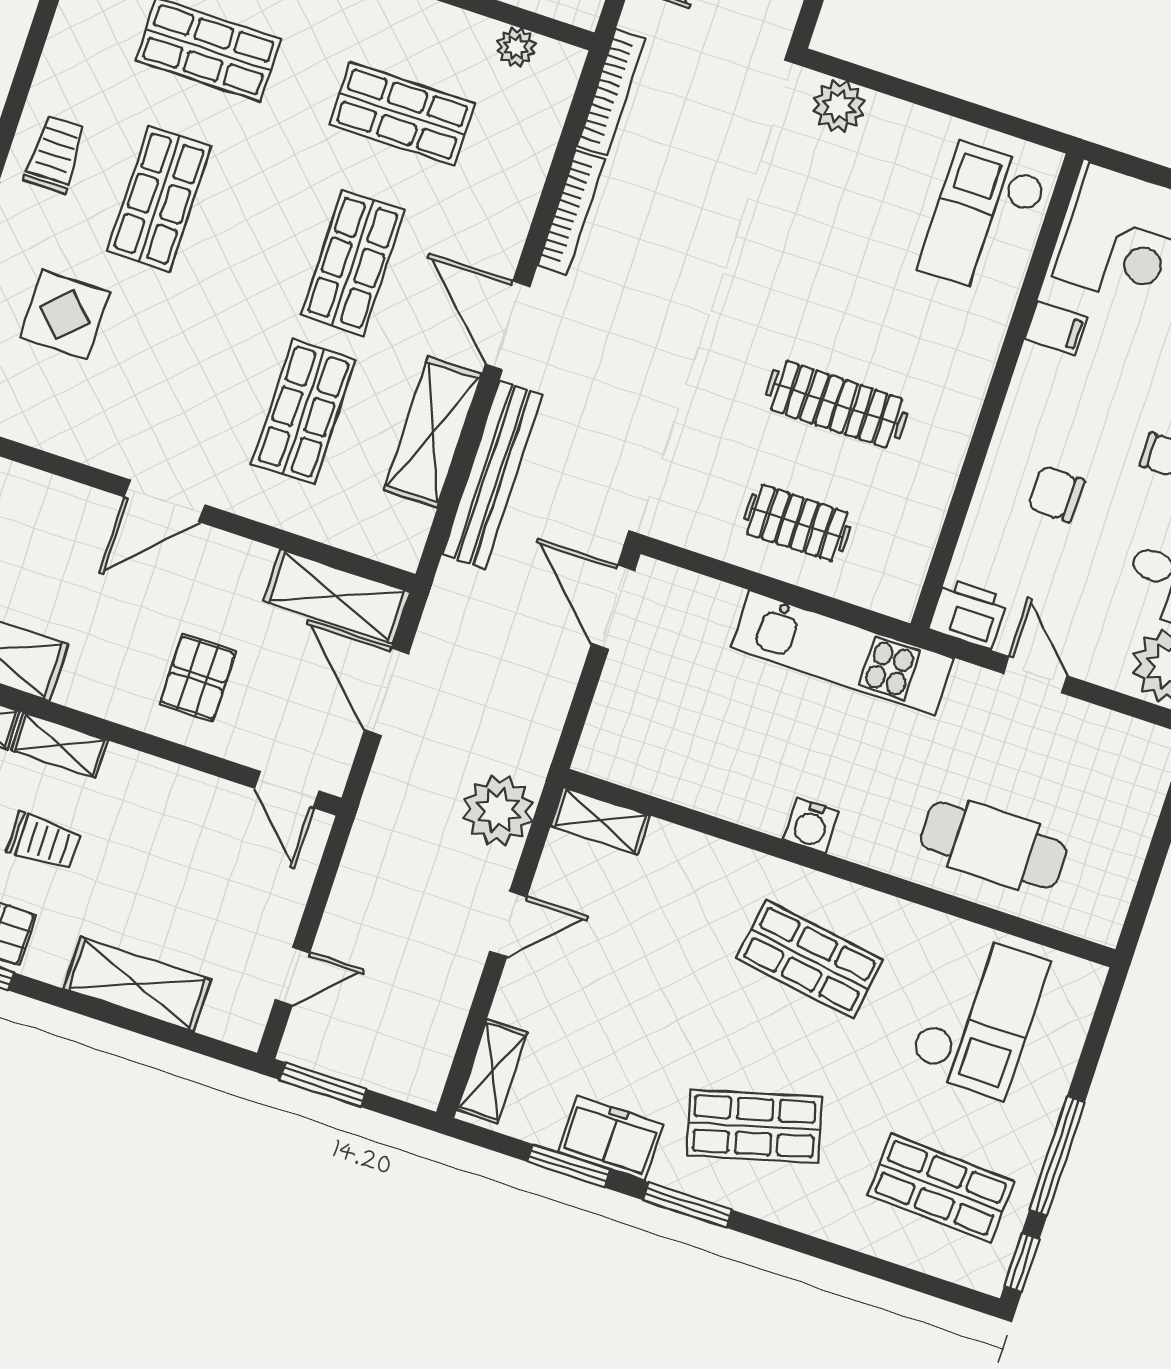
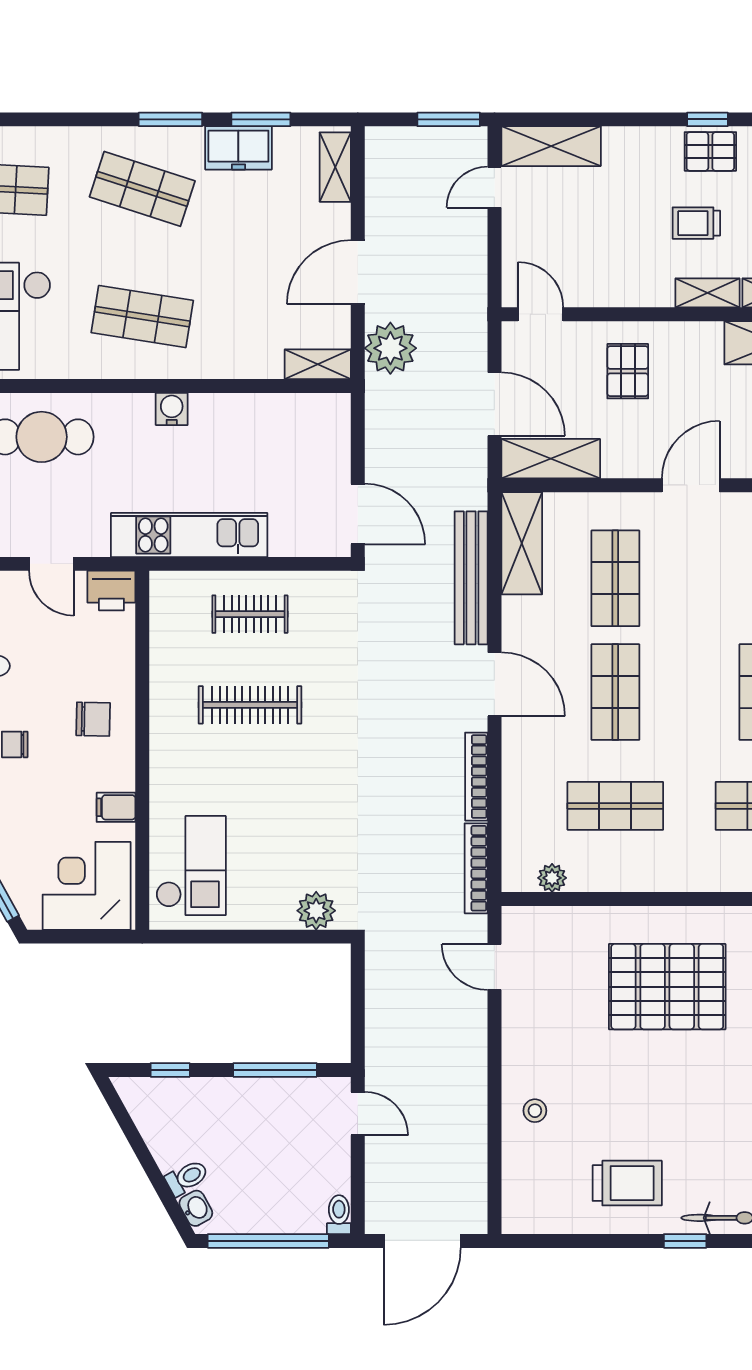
shelving: (433, 432) -> (522, 543), moved
chair: (1056, 494) -> (93, 719), moved
door: (508, 924) -> (358, 272), width x1.38
shelving: (137, 984) -> (551, 146), moved
shop shelf: (754, 1126) -> (142, 189), turned 33

